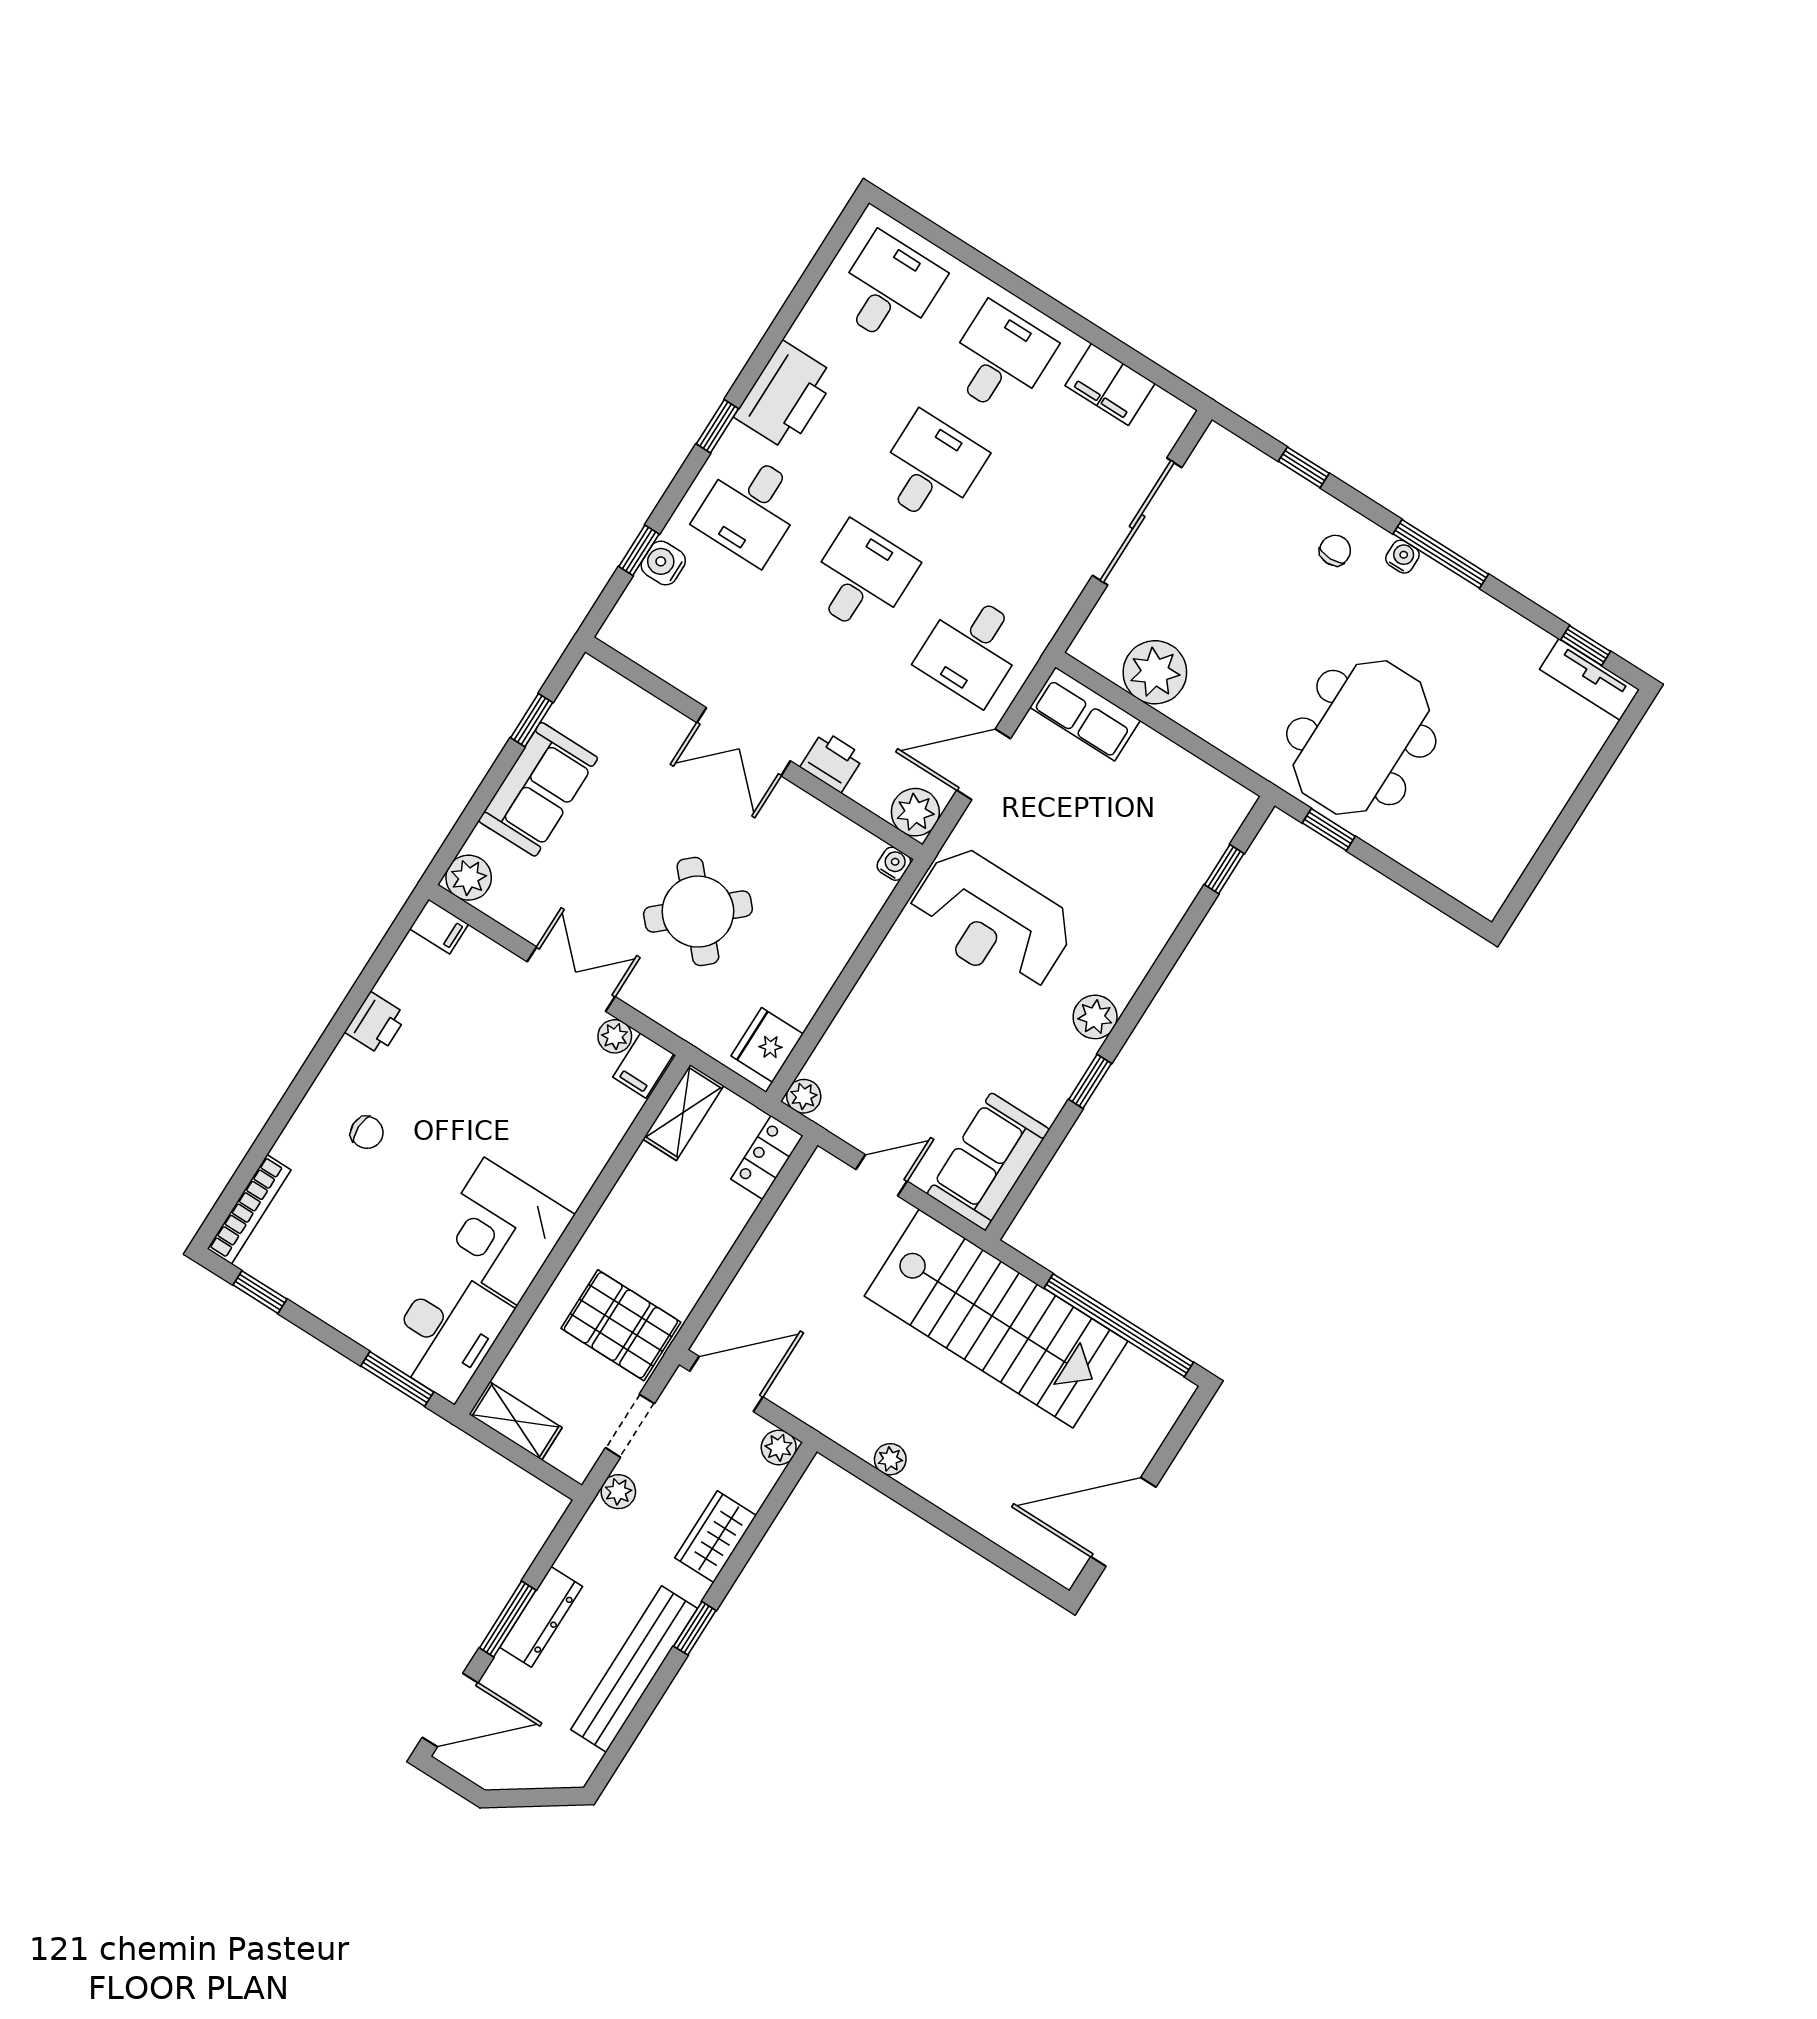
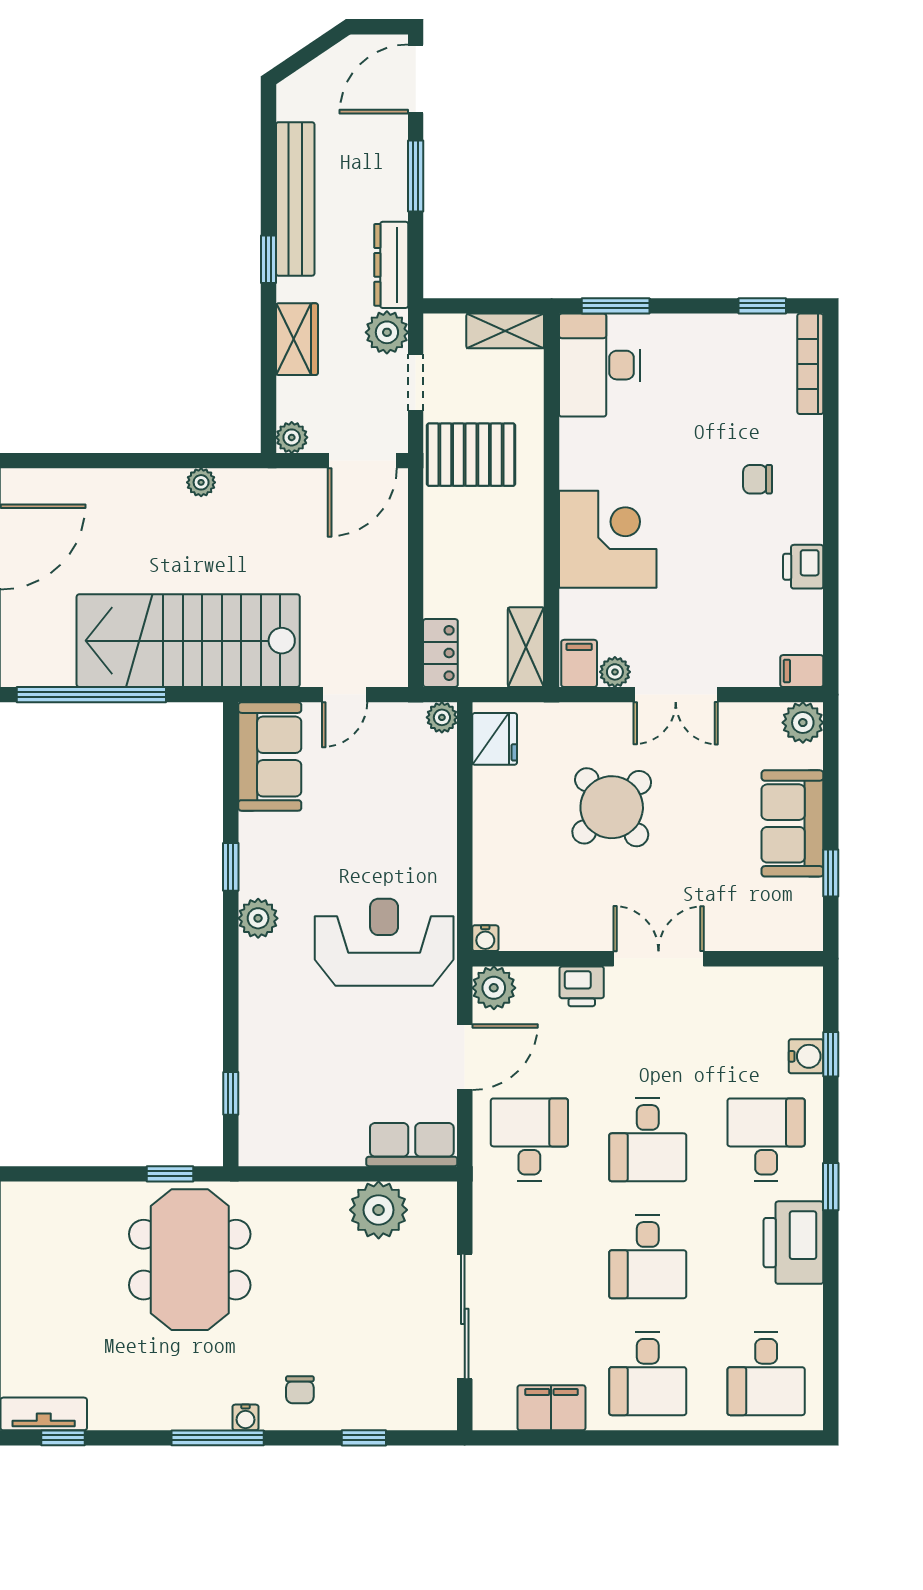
corner desk: (501, 1231) -> (608, 539), moved
plant: (618, 1492) -> (387, 332), width x1.38, depth x1.38
dresser: (541, 1617) -> (391, 265), moved

